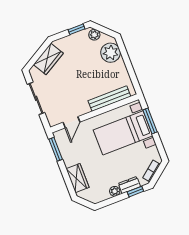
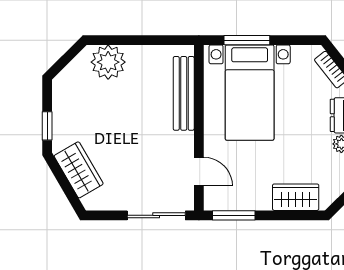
window: (76, 29) -> (47, 126), moved
plant: (94, 35) -> (68, 78), removed
sliding door: (36, 98) -> (156, 215), moved

